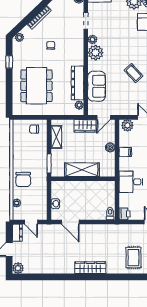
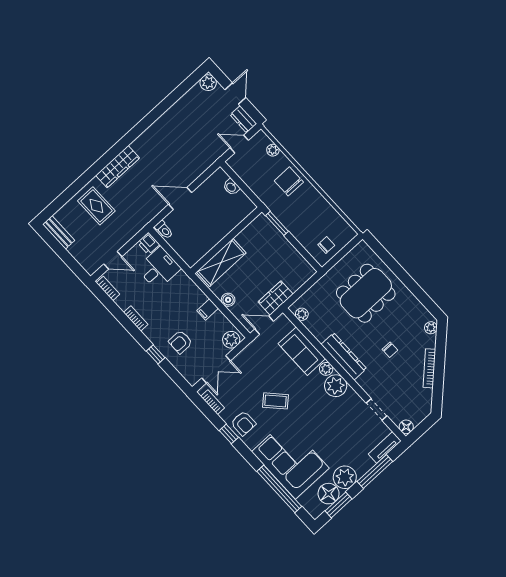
plant: (92, 40) -> (326, 369), moved
window: (9, 62) -> (418, 292), removed
dresser: (78, 83) -> (344, 356), moved
dining table: (36, 86) -> (366, 293), turned 90
door: (104, 117) -> (264, 325), hinge flipped
shelving: (56, 137) -> (295, 258), removed
shelving: (82, 170) -> (221, 262), moved
desk: (131, 182) -> (159, 268), moved
door: (70, 222) -> (180, 198), moved
wardrobe: (90, 268) -> (118, 167), moved

